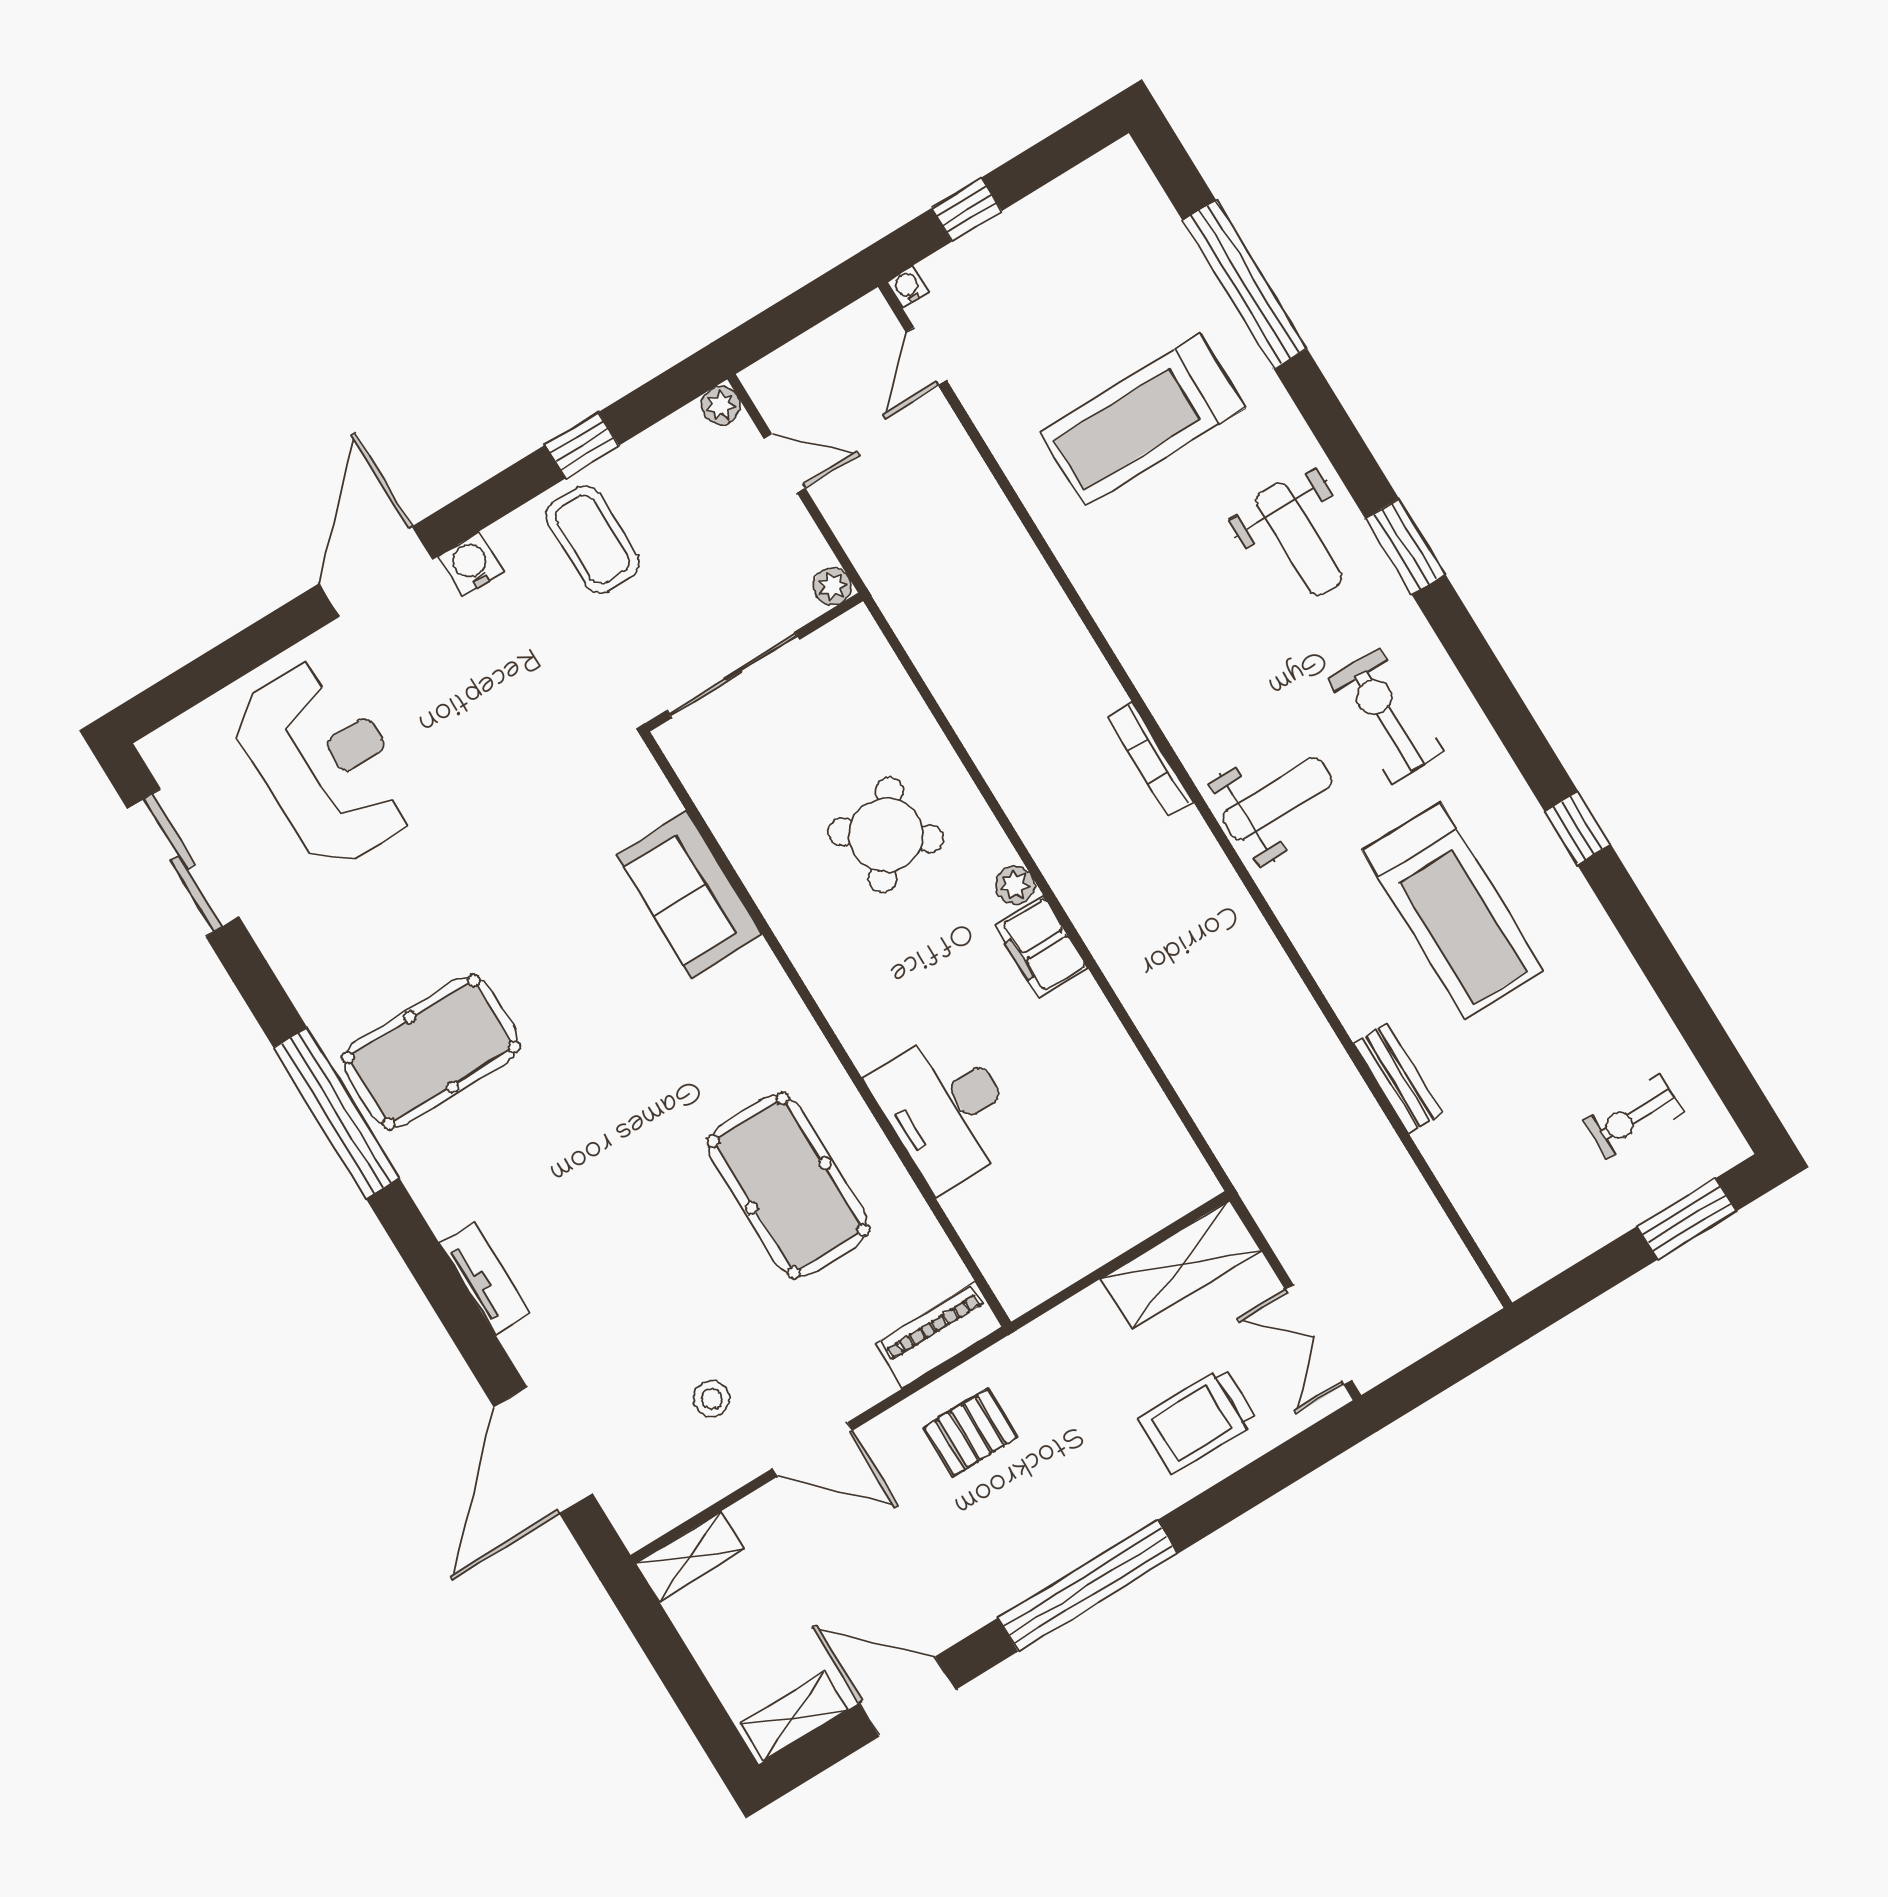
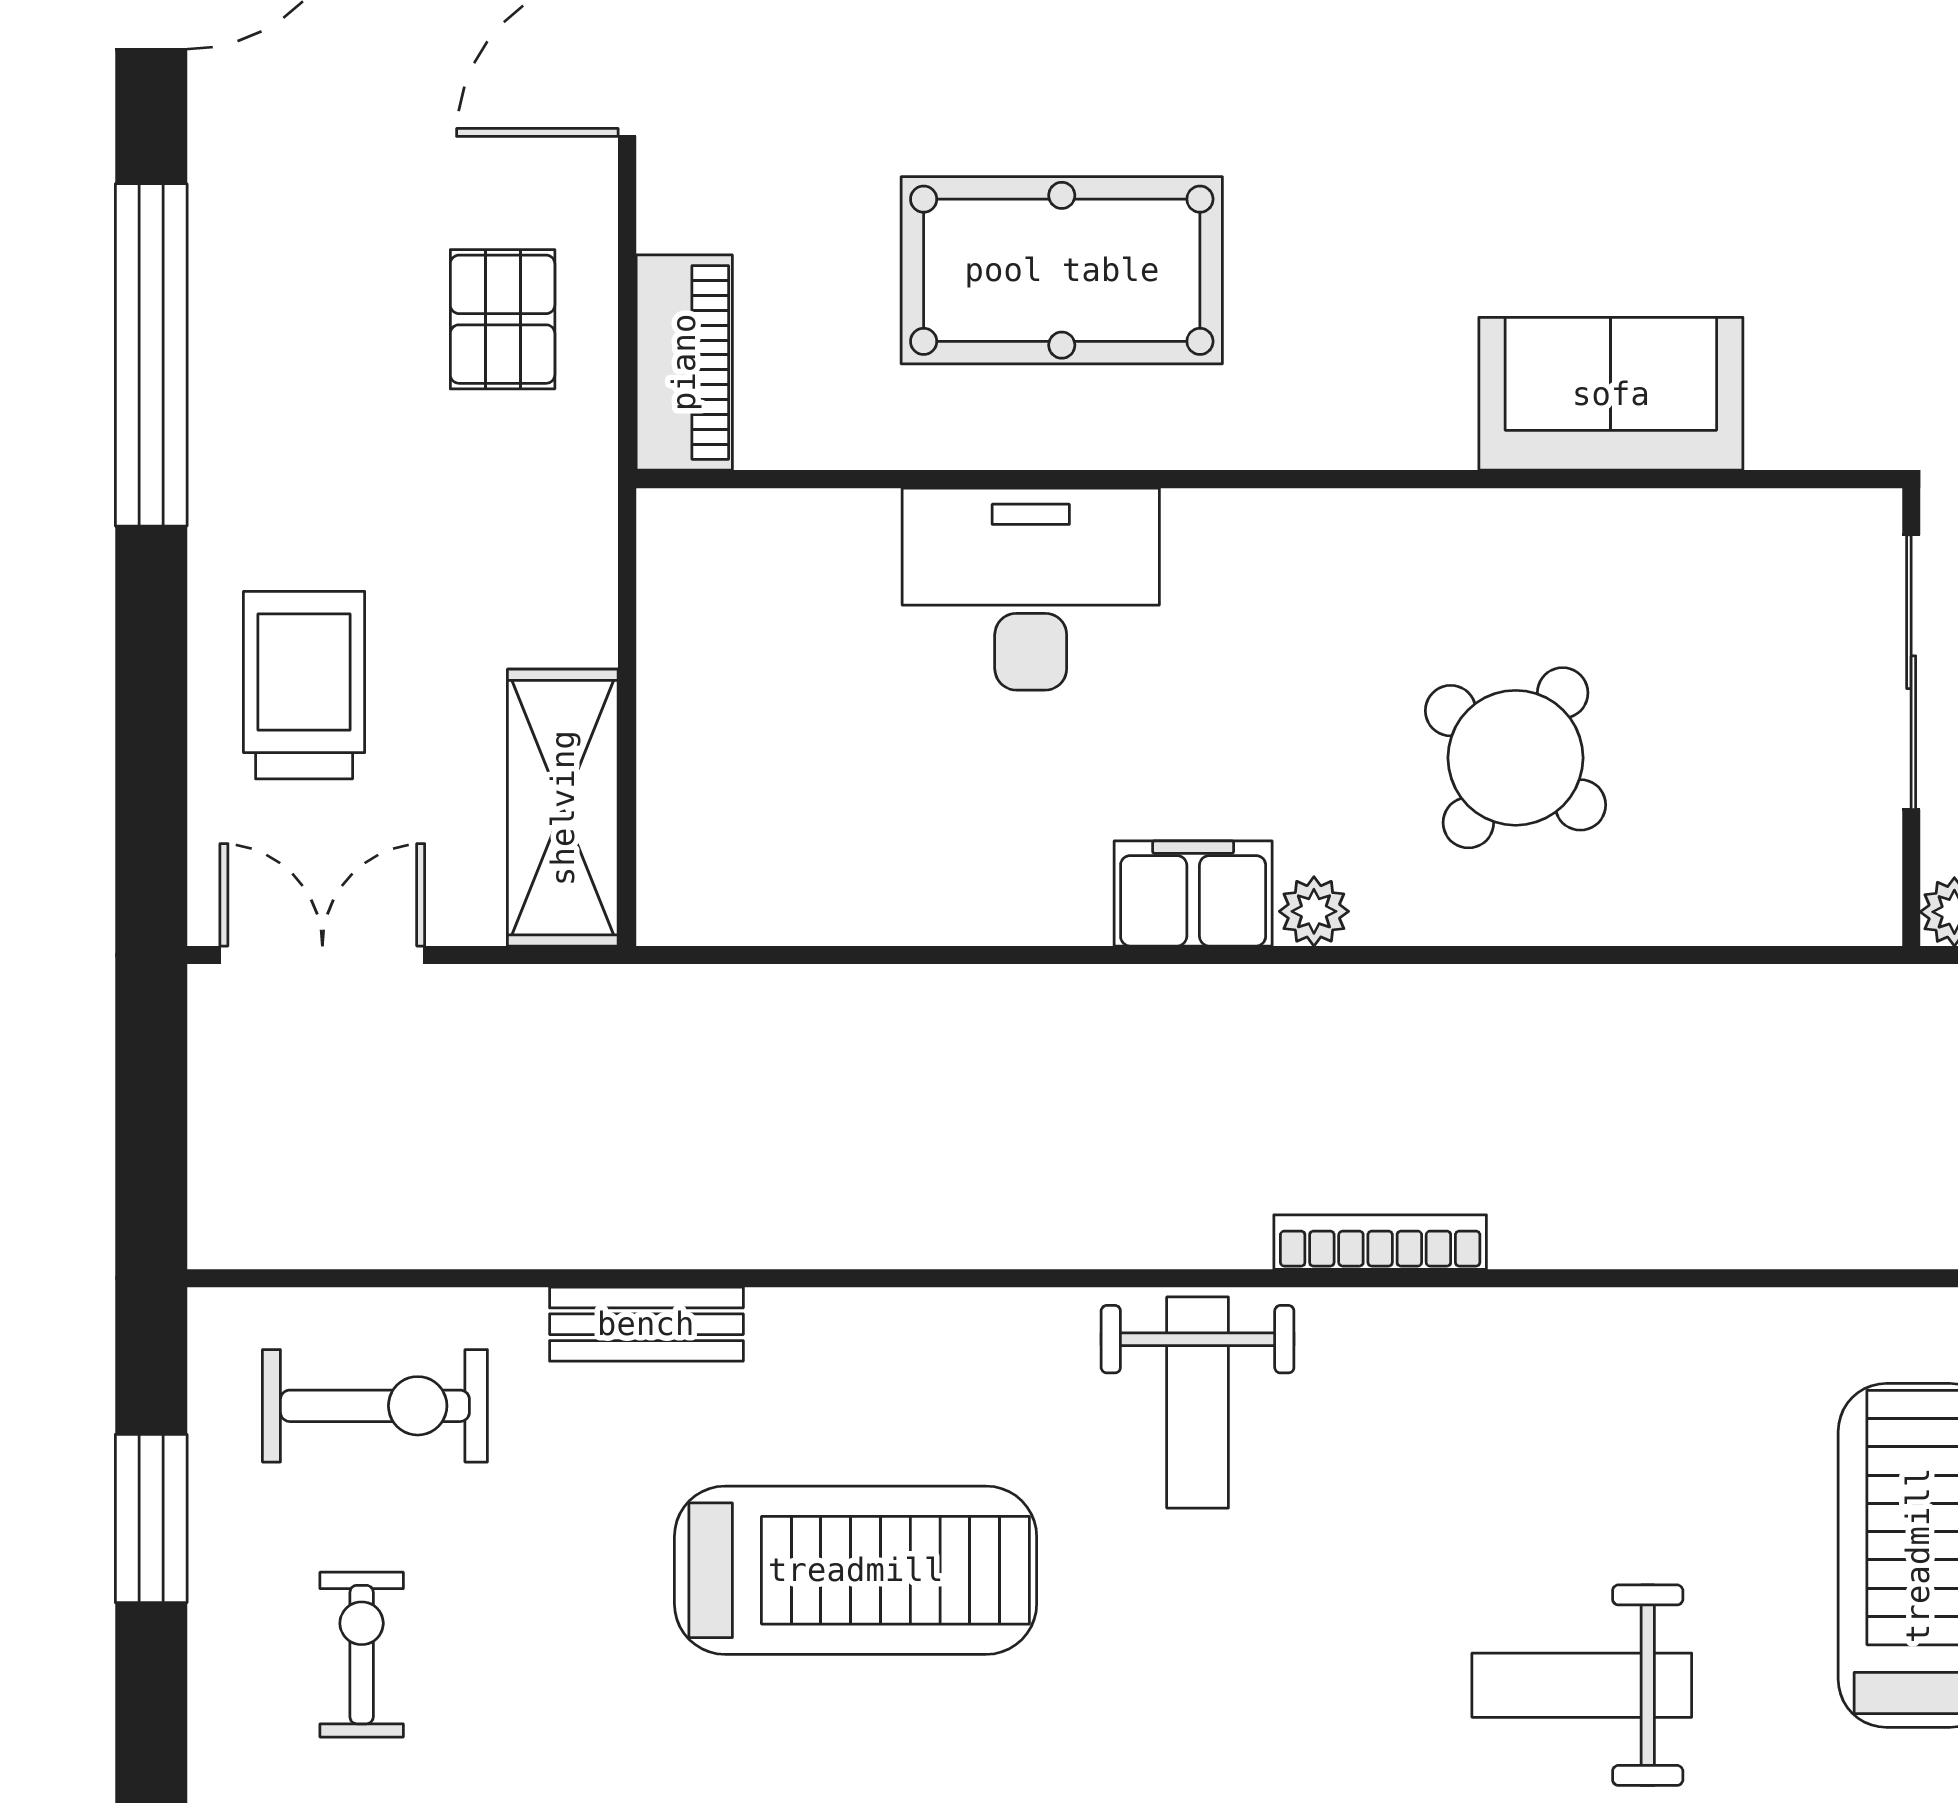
exercise bike: (1386, 716) -> (375, 1406), moved
treadmill: (1453, 911) -> (856, 1570), turned 180
window: (1687, 1219) -> (151, 1519), moved

